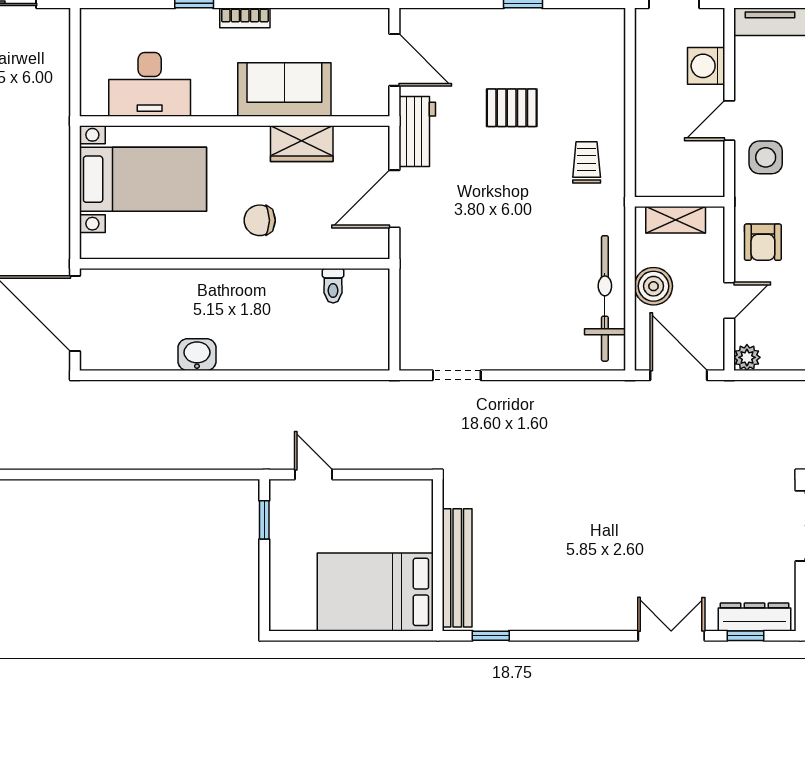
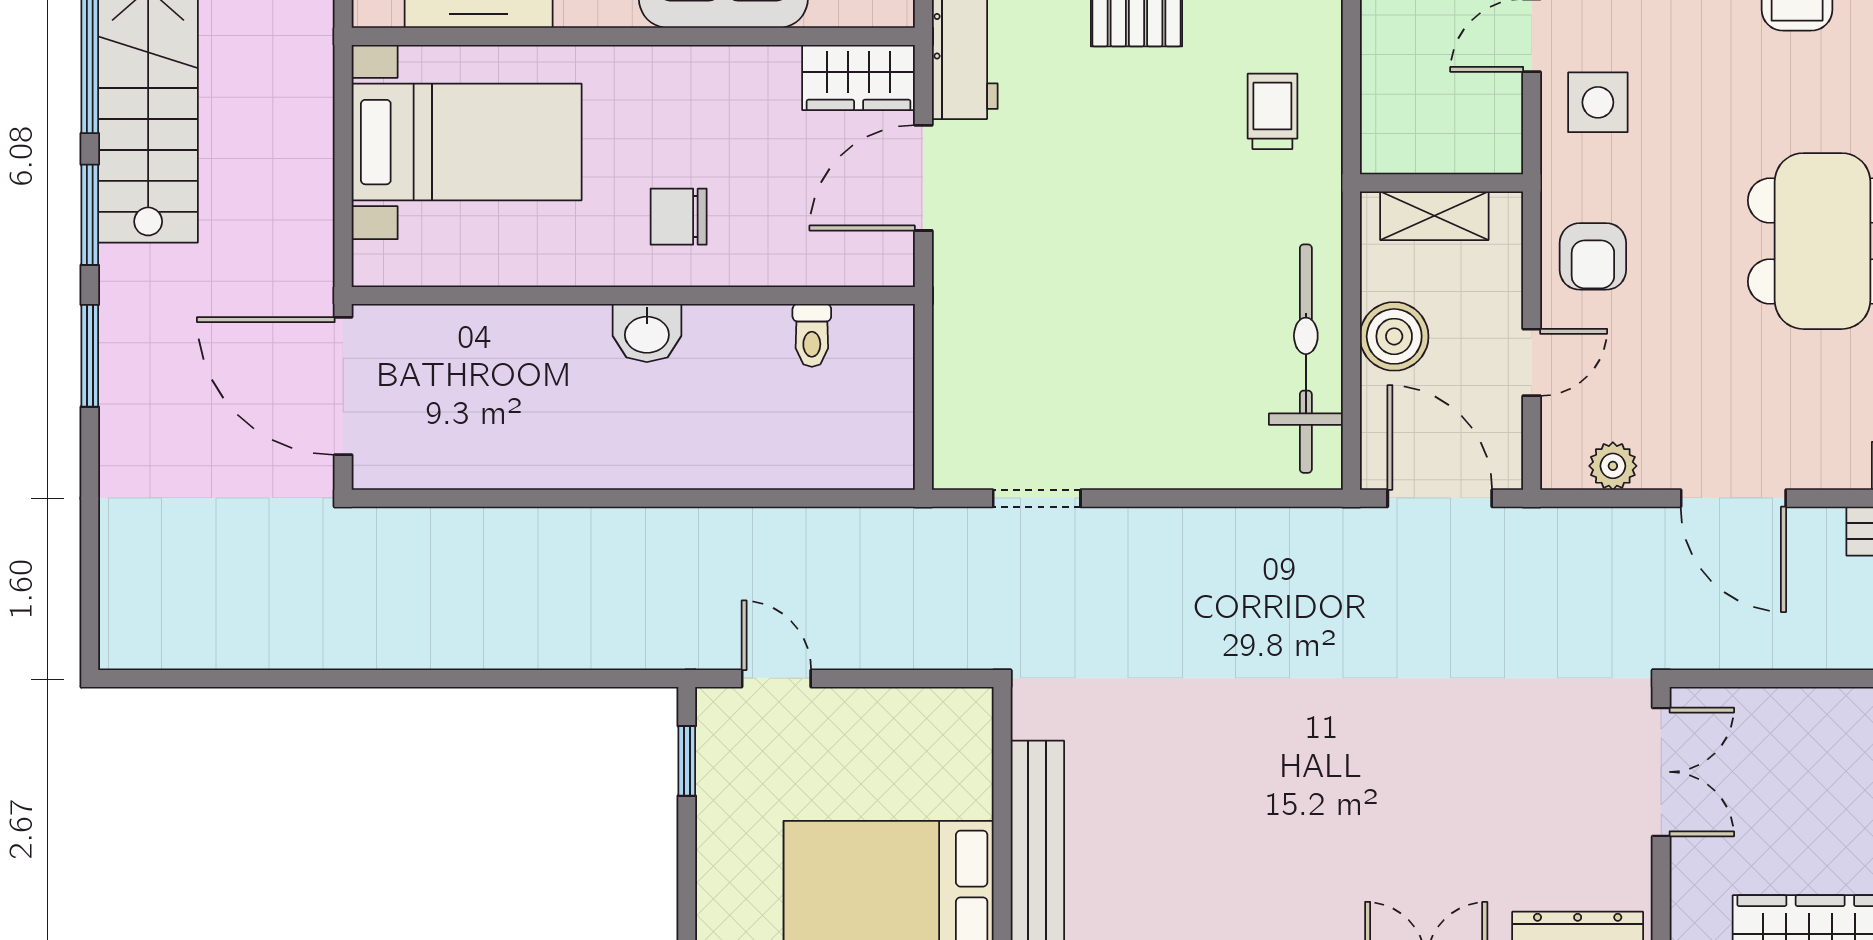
wardrobe: (302, 144) -> (859, 78), moved
washbasin: (197, 355) -> (647, 333), moved, turned 180
plant: (747, 357) -> (1613, 466), moved

